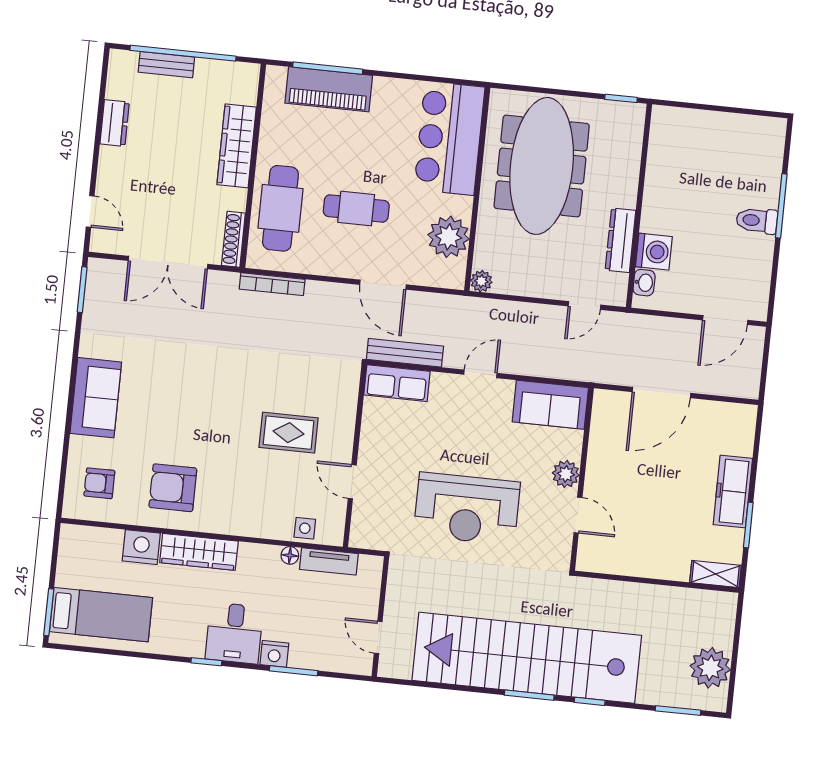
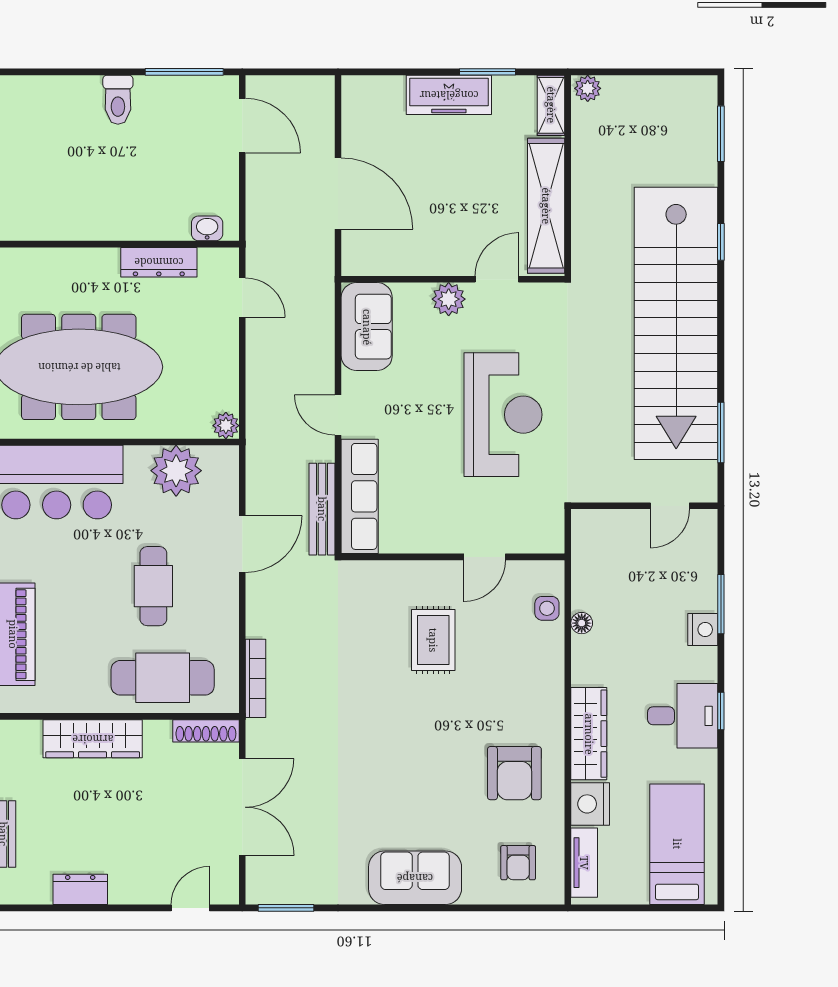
window: (781, 206) -> (184, 72), moved
washing machine: (654, 252) -> (168, 220), removed
row of seats: (397, 383) -> (360, 496), width x1.48
tv unit: (329, 561) -> (584, 863), moved
shelving: (634, 562) -> (546, 206), added
window: (49, 612) -> (681, 908), removed
desk: (234, 633) -> (683, 716), moved
plant: (710, 668) -> (588, 88), moved, width x0.53, depth x0.53
window: (529, 695) -> (721, 433), moved

